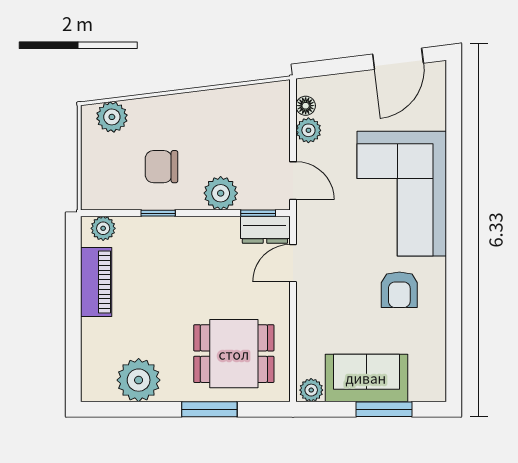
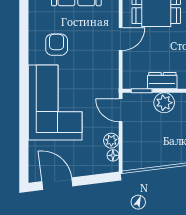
door: (398, 59) -> (57, 184), hinge flipped
dresser: (265, 230) -> (162, 81), moved
door: (293, 263) -> (121, 39), moved

